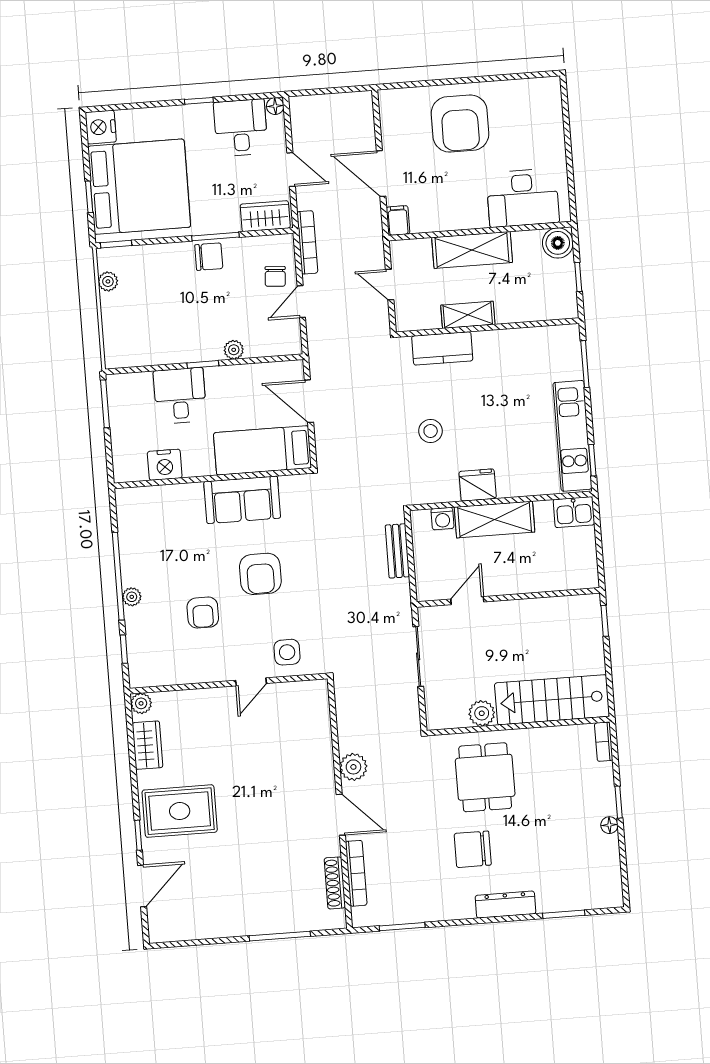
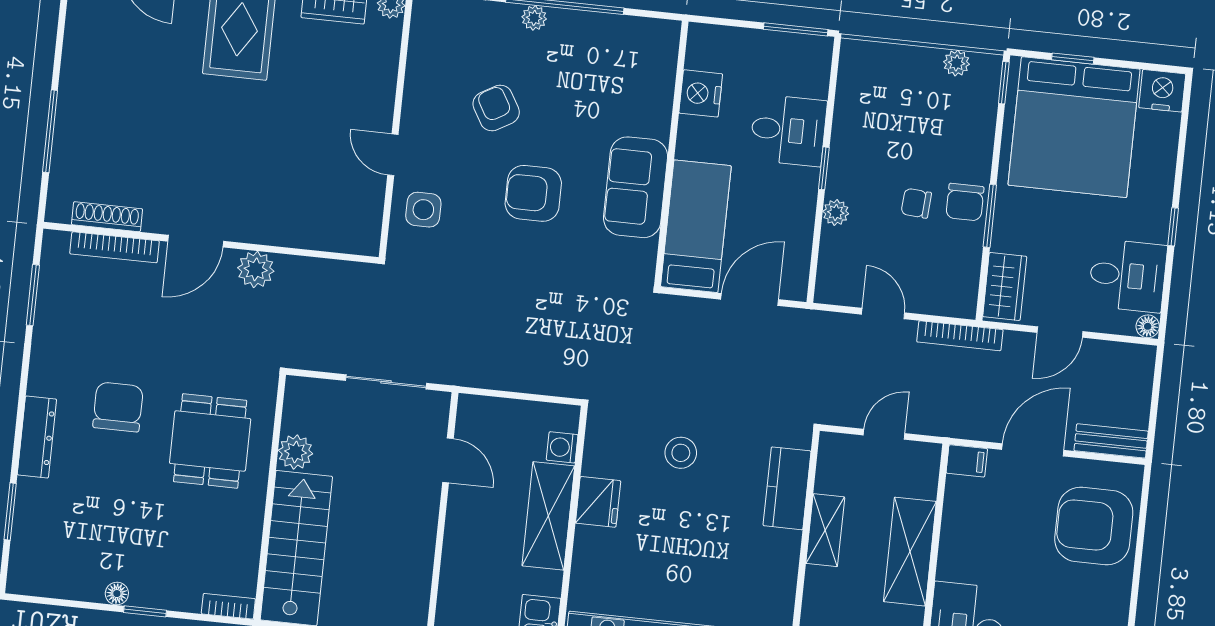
armchair: (460, 124) -> (1094, 526), moved
chair: (275, 276) -> (916, 203), moved
bench: (397, 551) -> (1111, 441), moved
armchair: (203, 613) -> (496, 108), turned 60
dining table: (485, 777) -> (210, 441), turned 90

